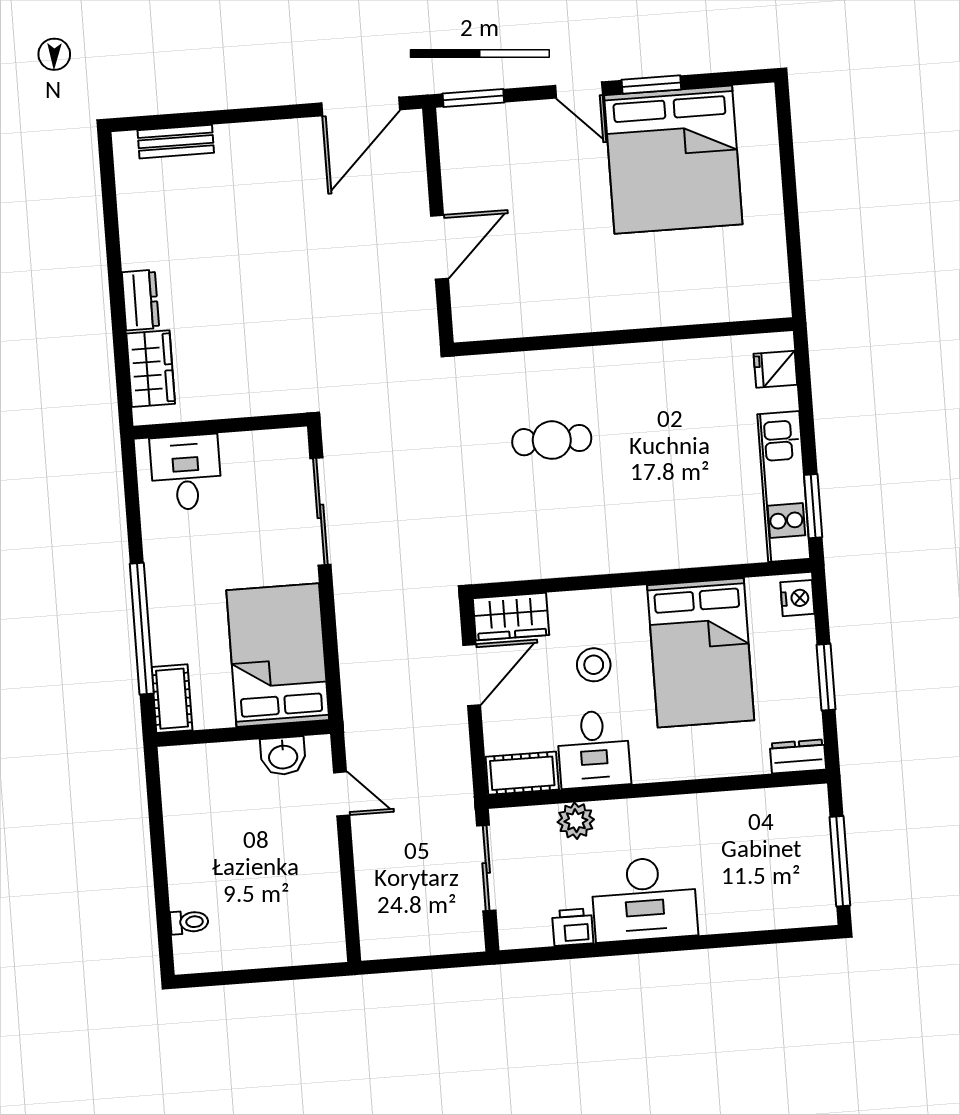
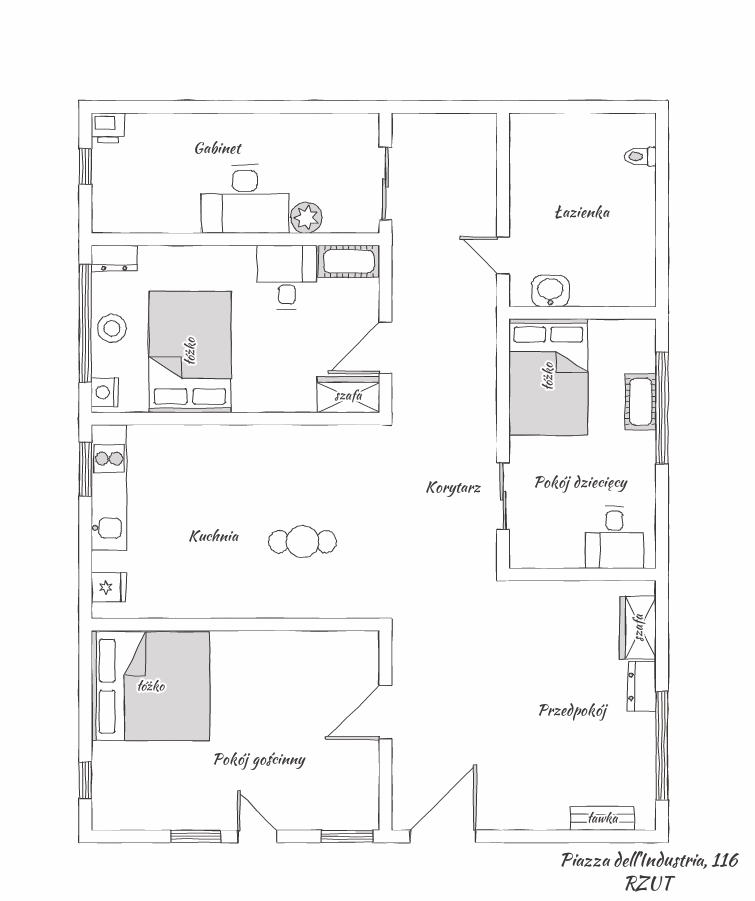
window: (786, 141) -> (85, 780), added
bed: (673, 160) -> (150, 686), moved, turned 90
window: (112, 232) -> (662, 746), added
sliding door: (320, 511) -> (503, 496), width x0.73
stool: (594, 665) -> (112, 328), moved
window: (826, 677) -> (85, 323), width x2.11
cot: (172, 699) -> (641, 402), moved
window: (840, 861) -> (85, 167), width x0.46
desk: (644, 899) -> (245, 199), moved, turned 180
printer: (573, 927) -> (108, 128), moved

